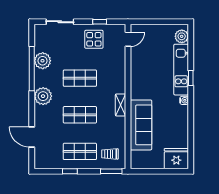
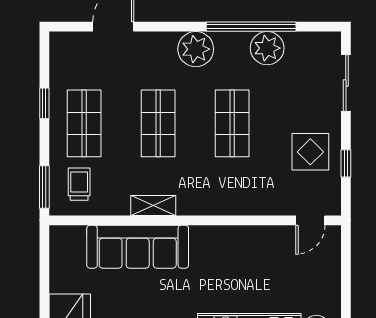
door: (128, 39) -> (310, 220), hinge flipped
shelving: (121, 105) -> (153, 205), moved

